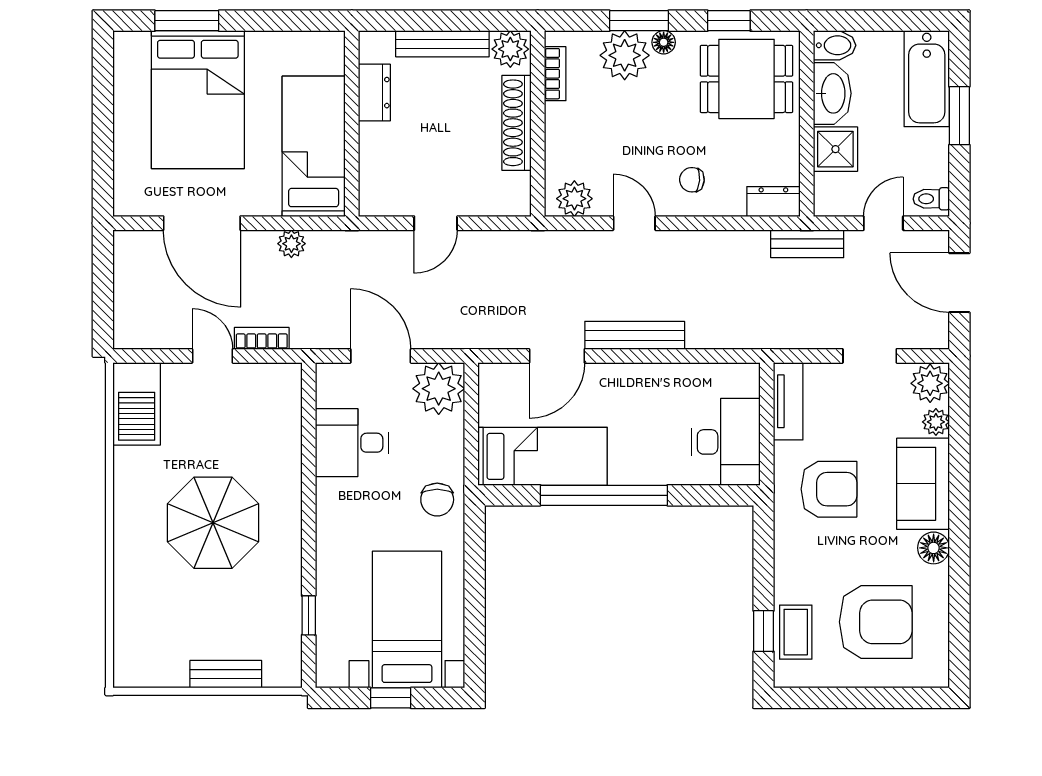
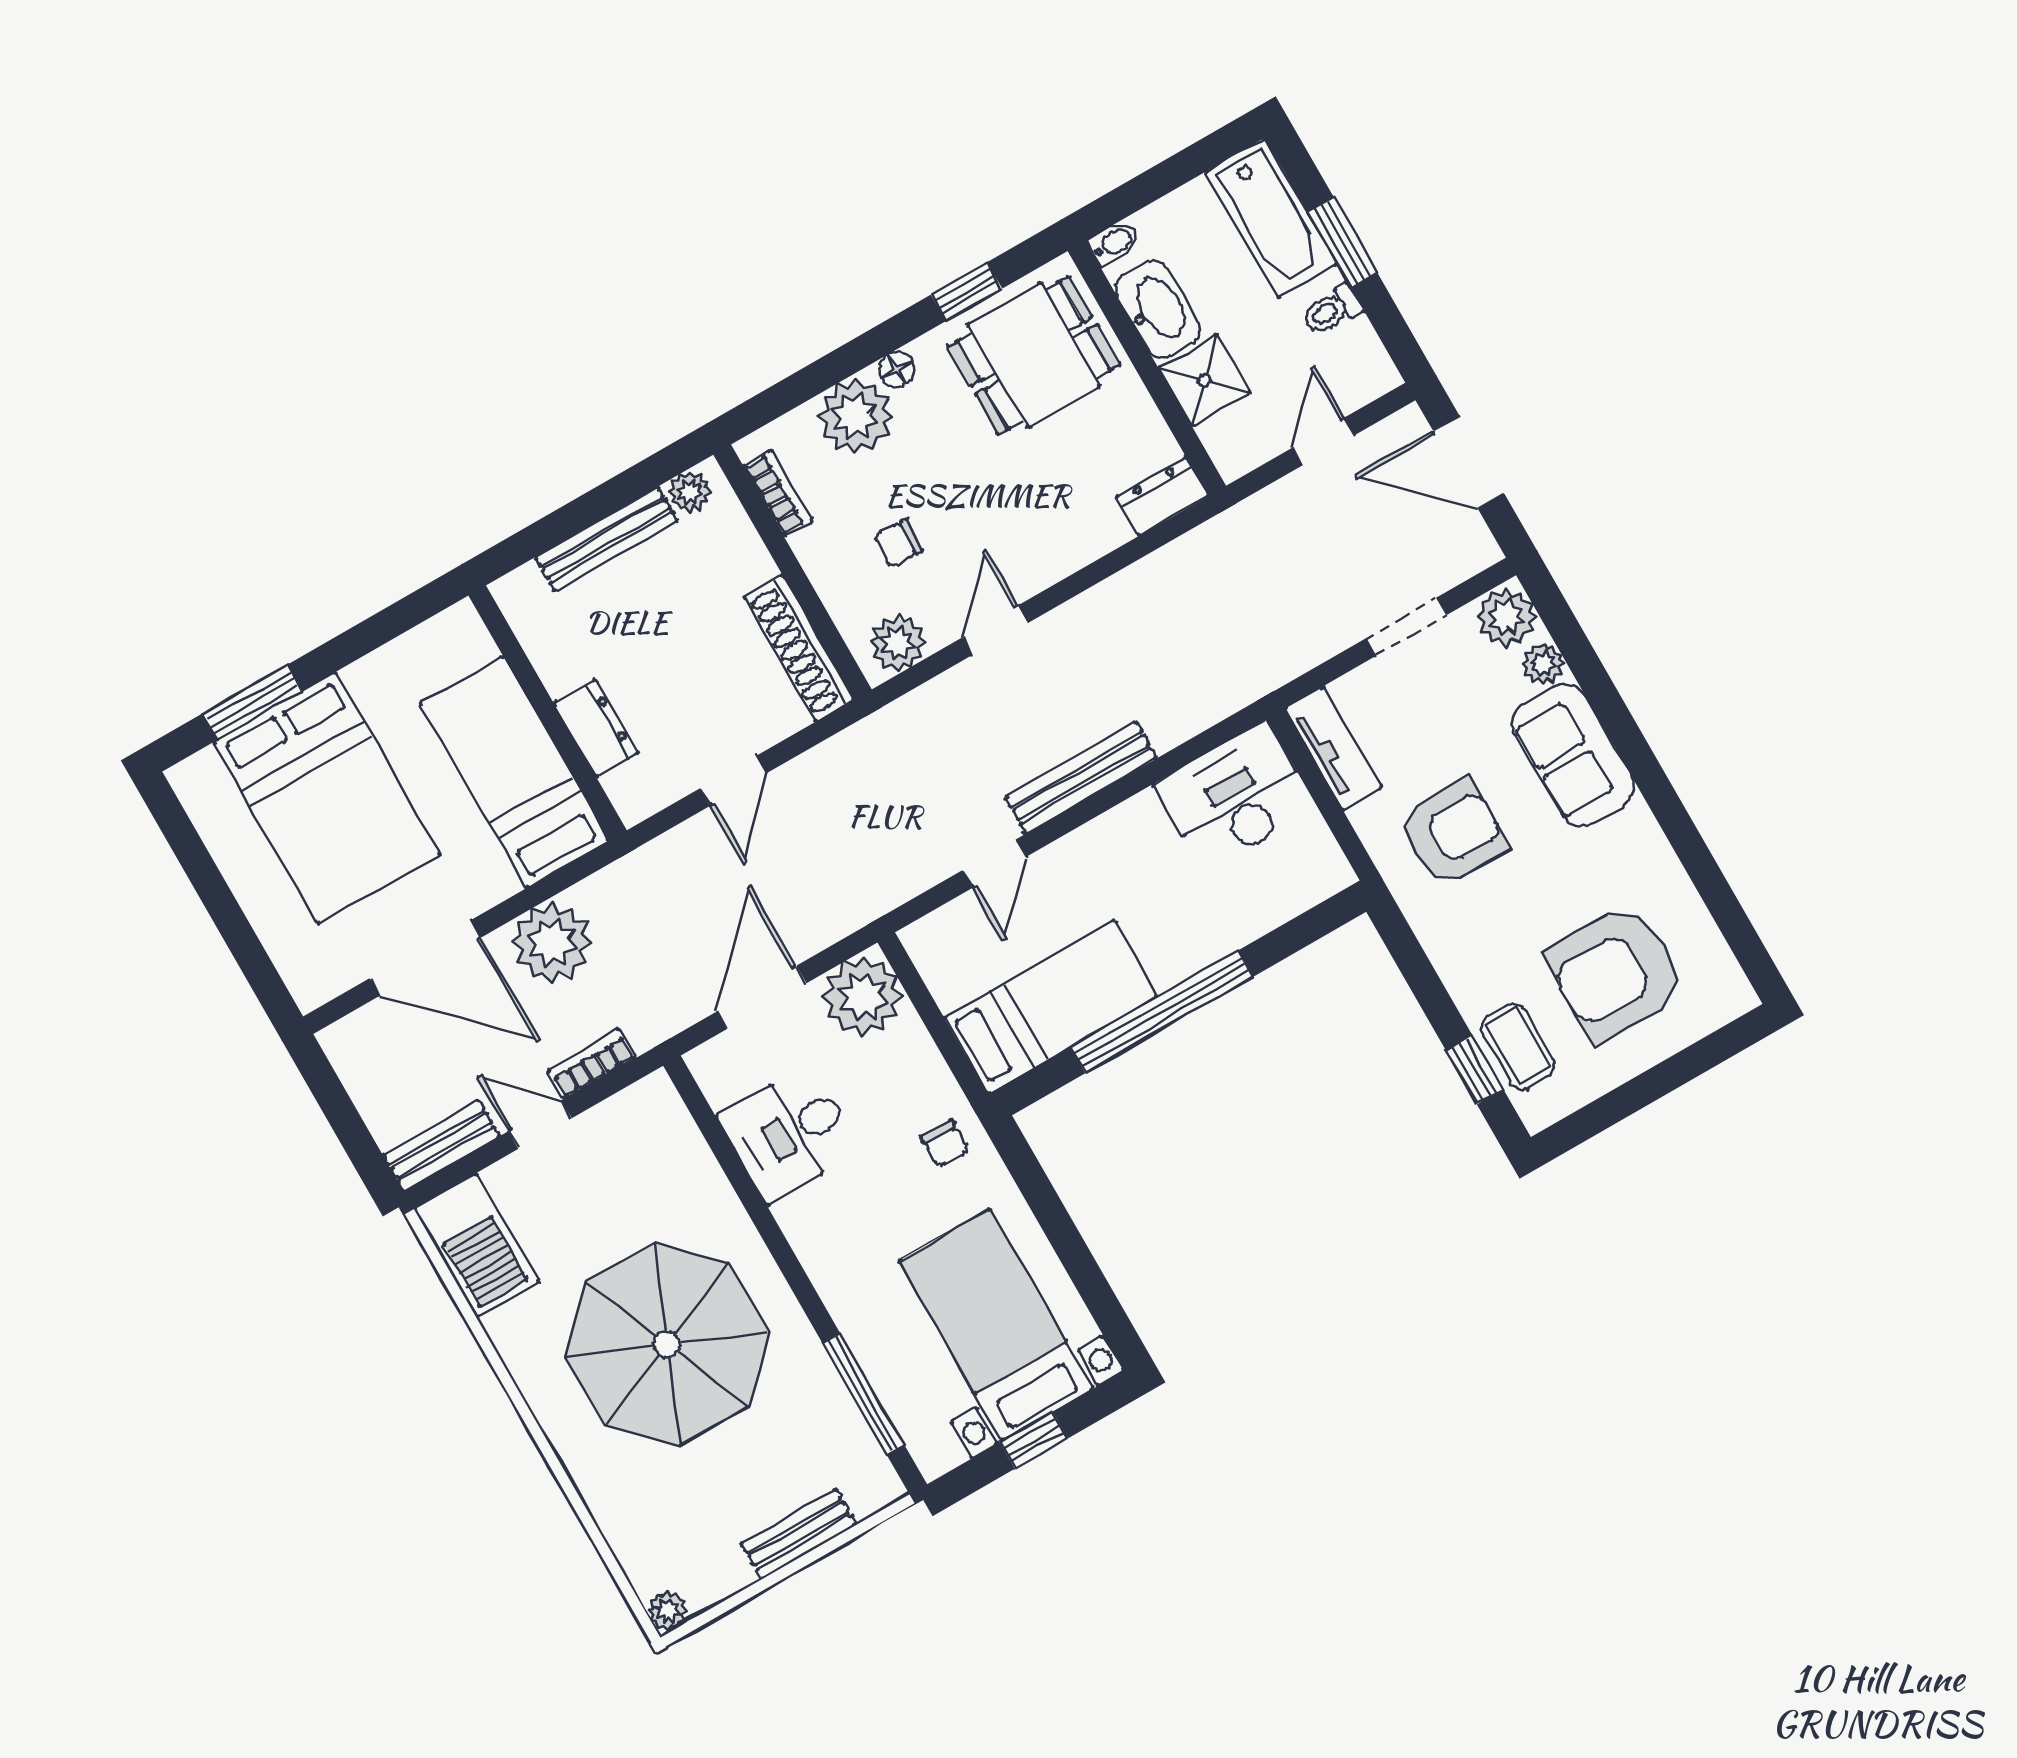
window: (639, 21) -> (848, 360), removed
bidet: (835, 45) -> (1114, 243), width x0.72, depth x0.74
plant: (510, 49) -> (689, 492), width x0.73, depth x0.73
dresser: (374, 93) -> (596, 728), moved
shoe rack: (516, 123) -> (799, 648), moved
chair: (692, 180) -> (898, 543), moved
toilet: (931, 199) -> (1332, 310), moved
door: (634, 223) -> (995, 630), hinge flipped
plant: (291, 244) -> (552, 942), width x1.88, depth x1.88
bench: (807, 244) -> (441, 1146), moved
door: (381, 356) -> (762, 997), hinge flipped
door: (557, 356) -> (994, 864), width x0.73
desk: (726, 442) -> (1235, 797), moved, turned -90
chair: (437, 500) -> (945, 1144), width x0.73, depth x0.73
parasol: (213, 523) -> (667, 1344), width x1.36, depth x1.36
floor lamp: (934, 548) -> (1636, 831), removed
window: (309, 615) -> (863, 1394), width x2.17
armchair: (876, 622) -> (1615, 973), turned 180
plant: (126, 675) -> (668, 1611), added

